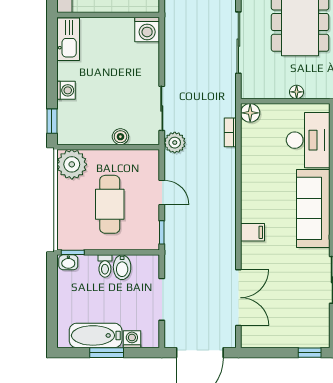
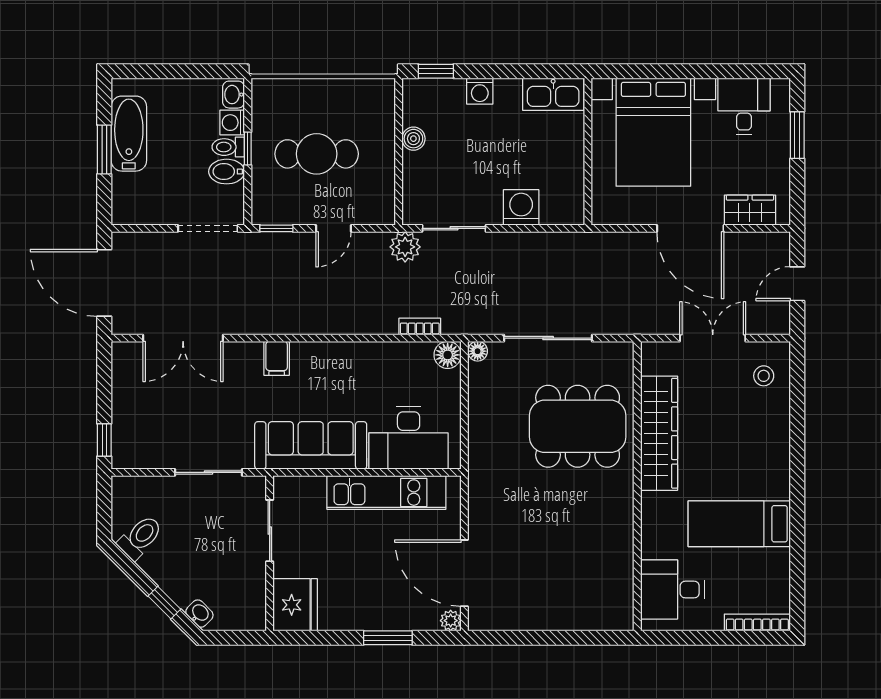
washing machine: (147, 30) -> (521, 207), moved, turned 90
floor lamp: (297, 92) -> (478, 351), moved
boiler: (120, 137) -> (413, 139), moved
plant: (72, 164) -> (374, 99), removed
window: (73, 252) -> (248, 149), moved
doorway: (162, 299) -> (208, 228), moved
washing machine: (132, 339) -> (232, 123), moved, turned 180

